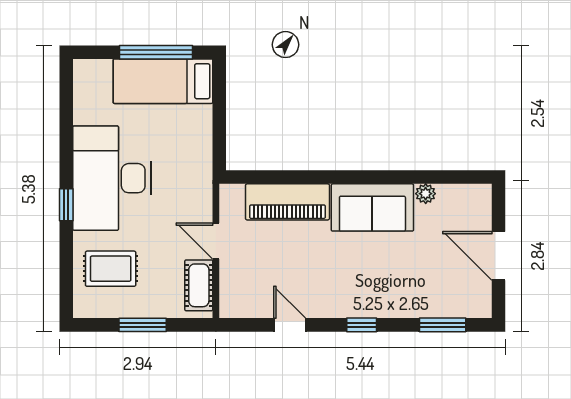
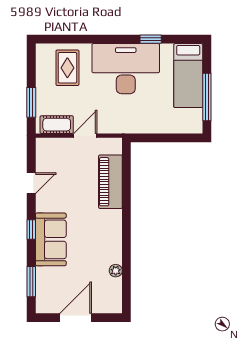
bed: (163, 81) -> (188, 76), moved, turned 180
window: (66, 205) -> (151, 39), moved
sofa: (372, 207) -> (51, 239), moved, turned 180
window: (143, 325) -> (31, 102), moved

